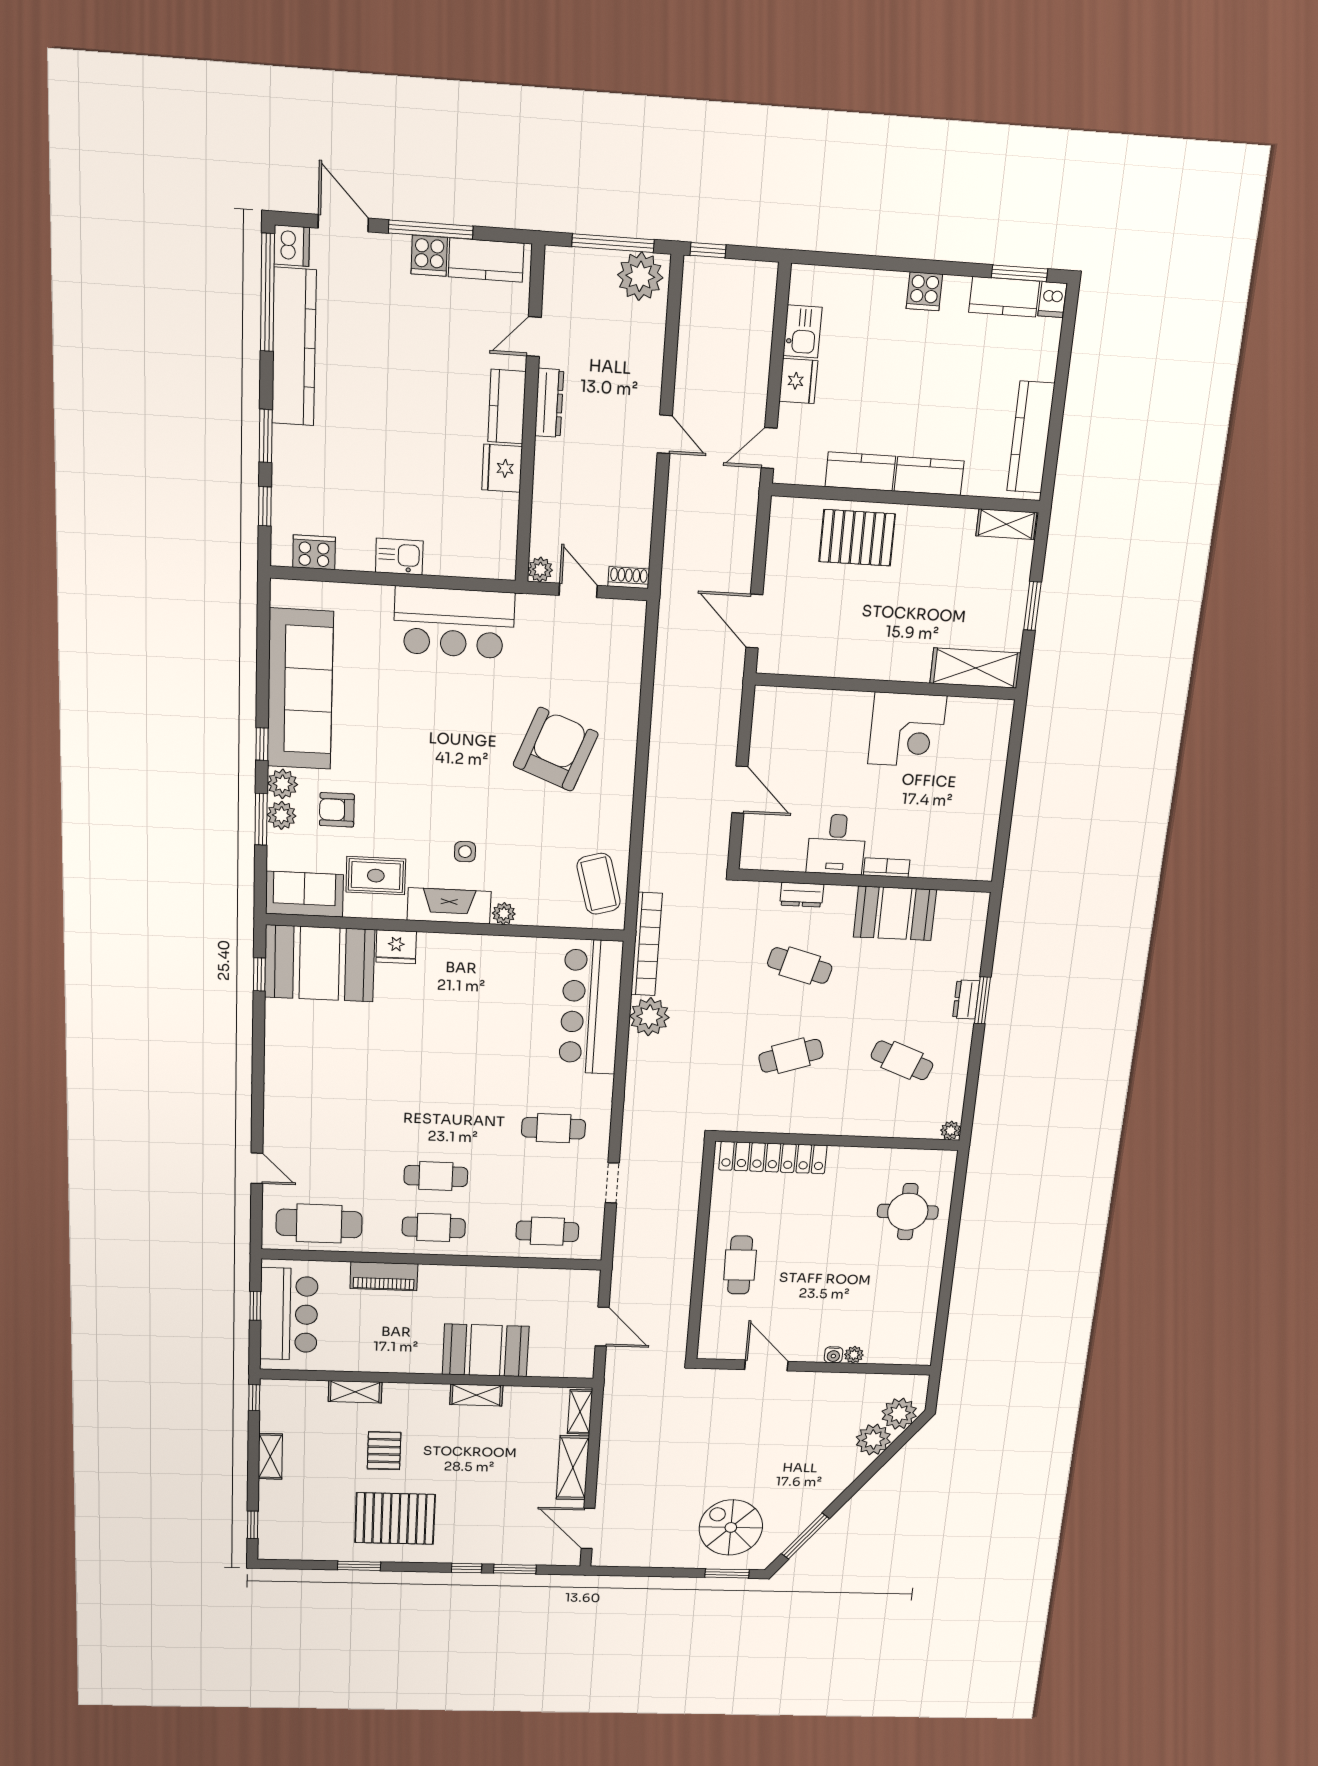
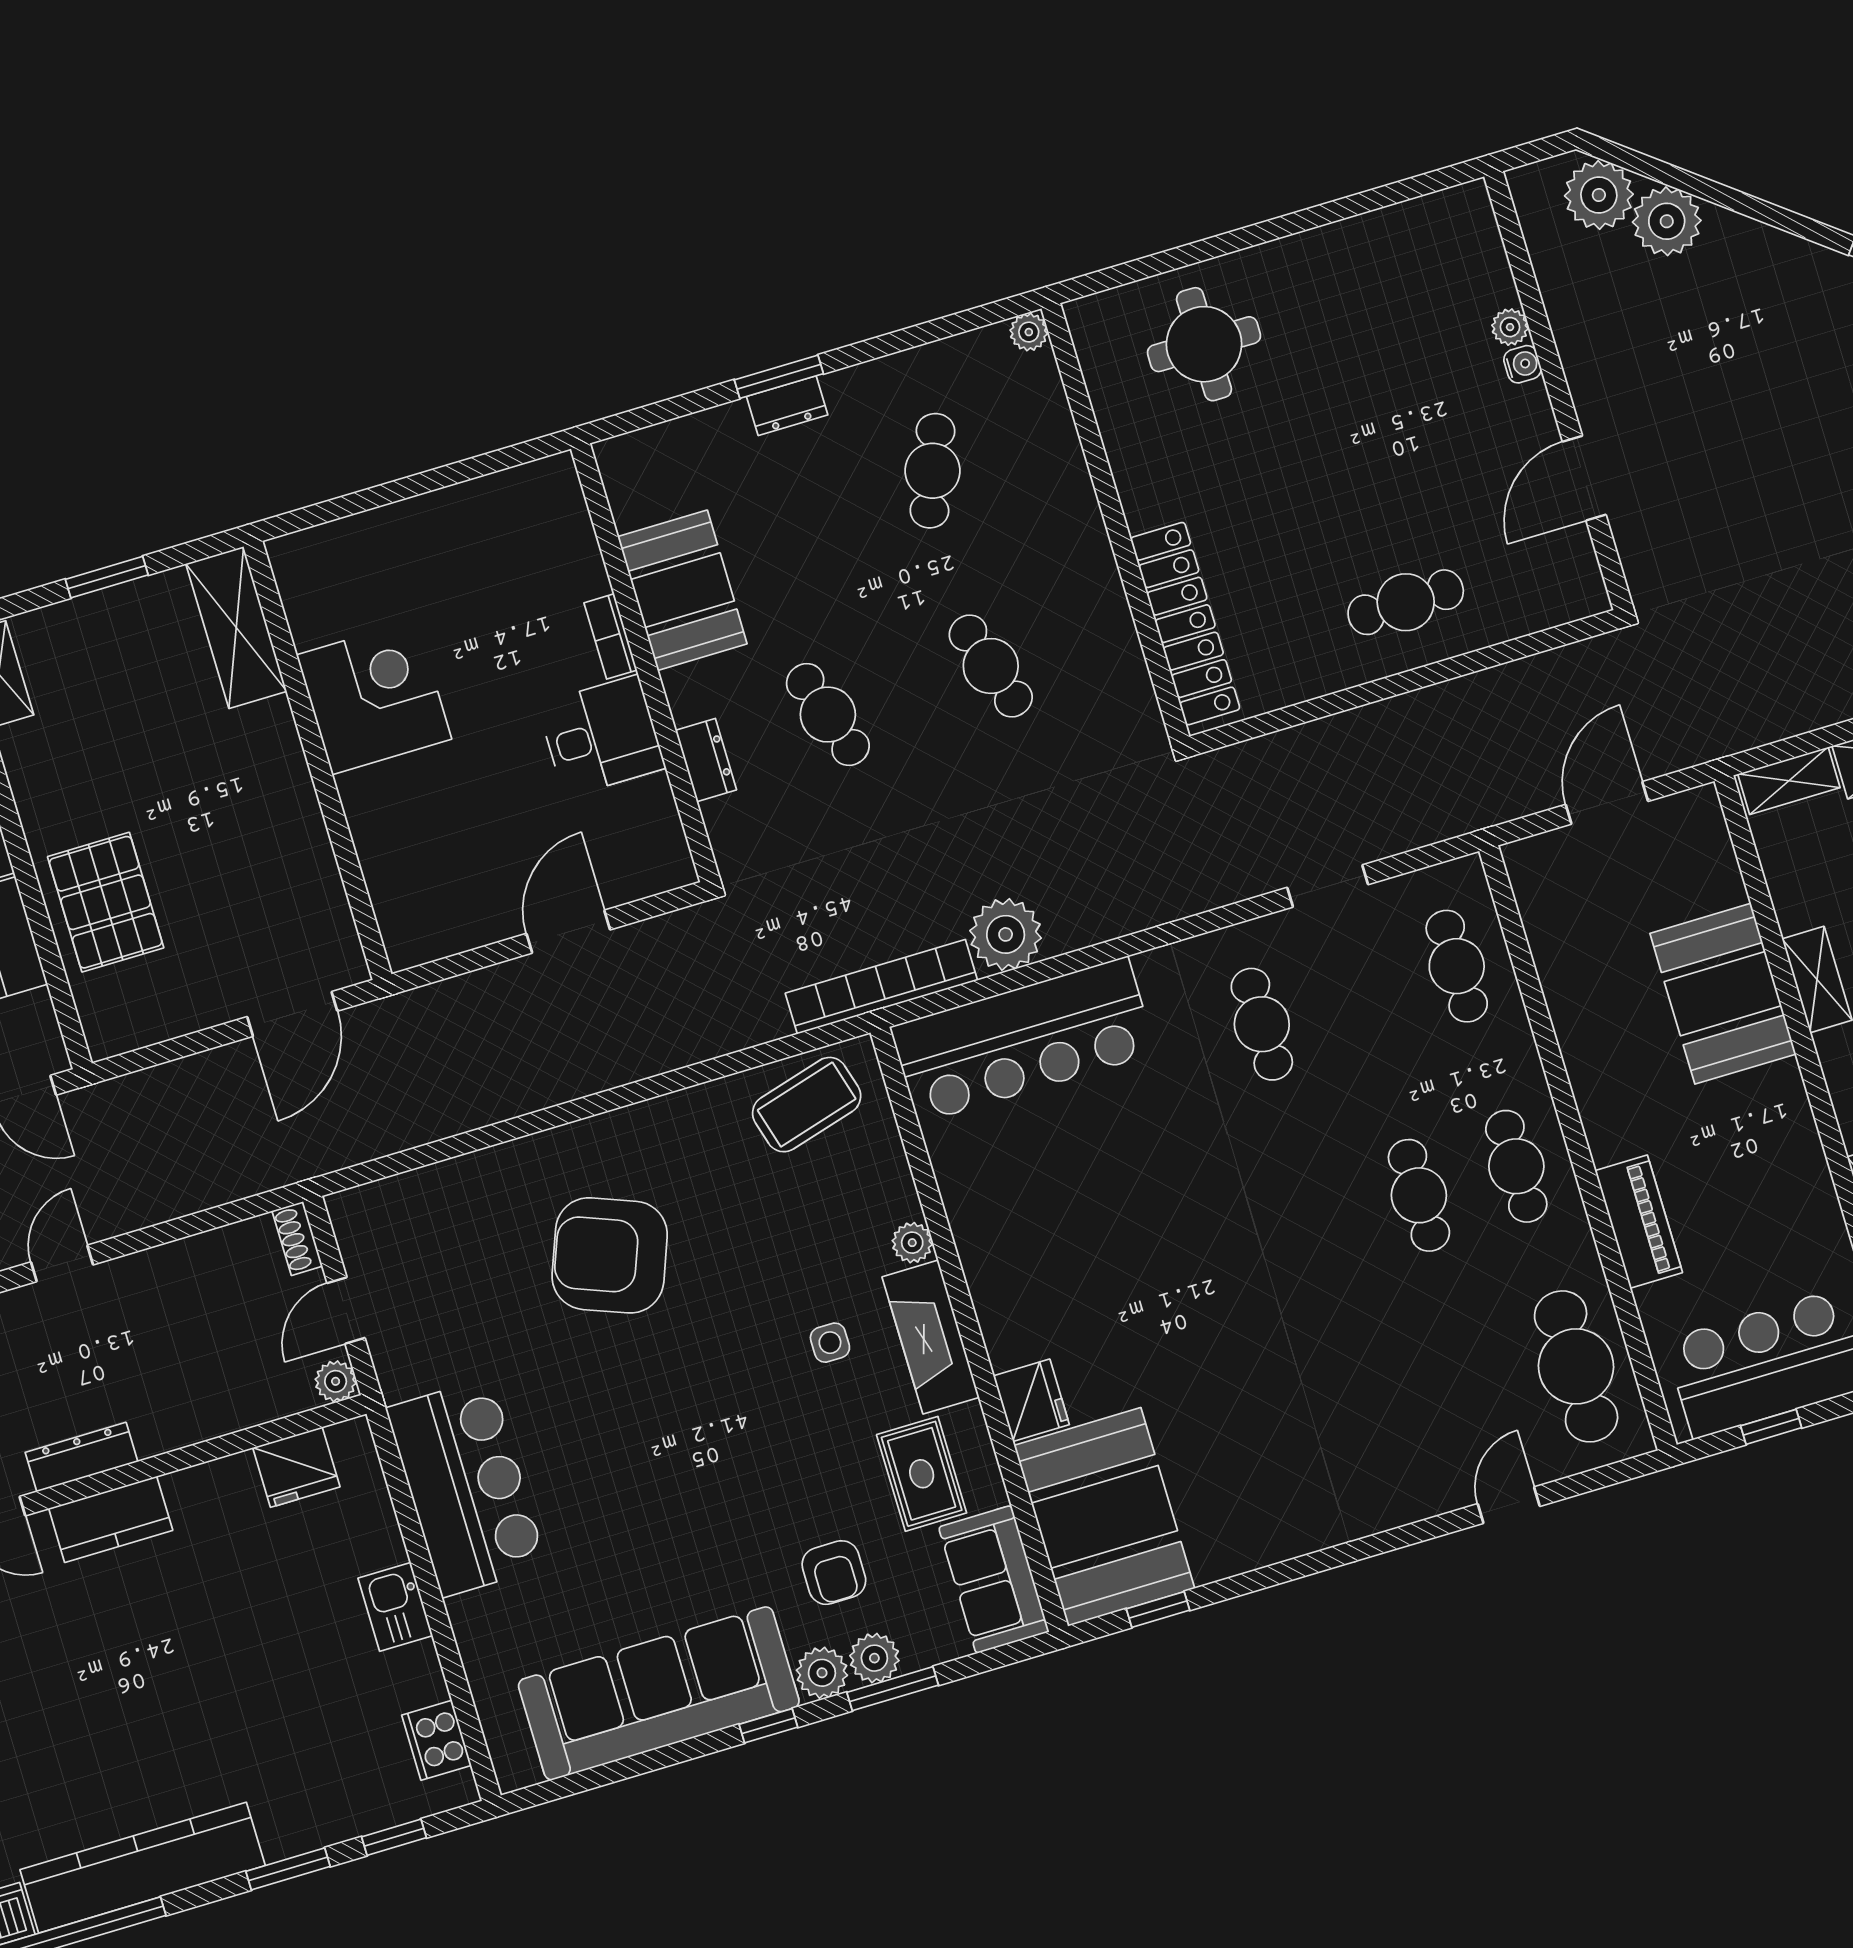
fridge: (502, 468) -> (296, 1467), moved
cafe table: (800, 966) -> (828, 715), turned -33

